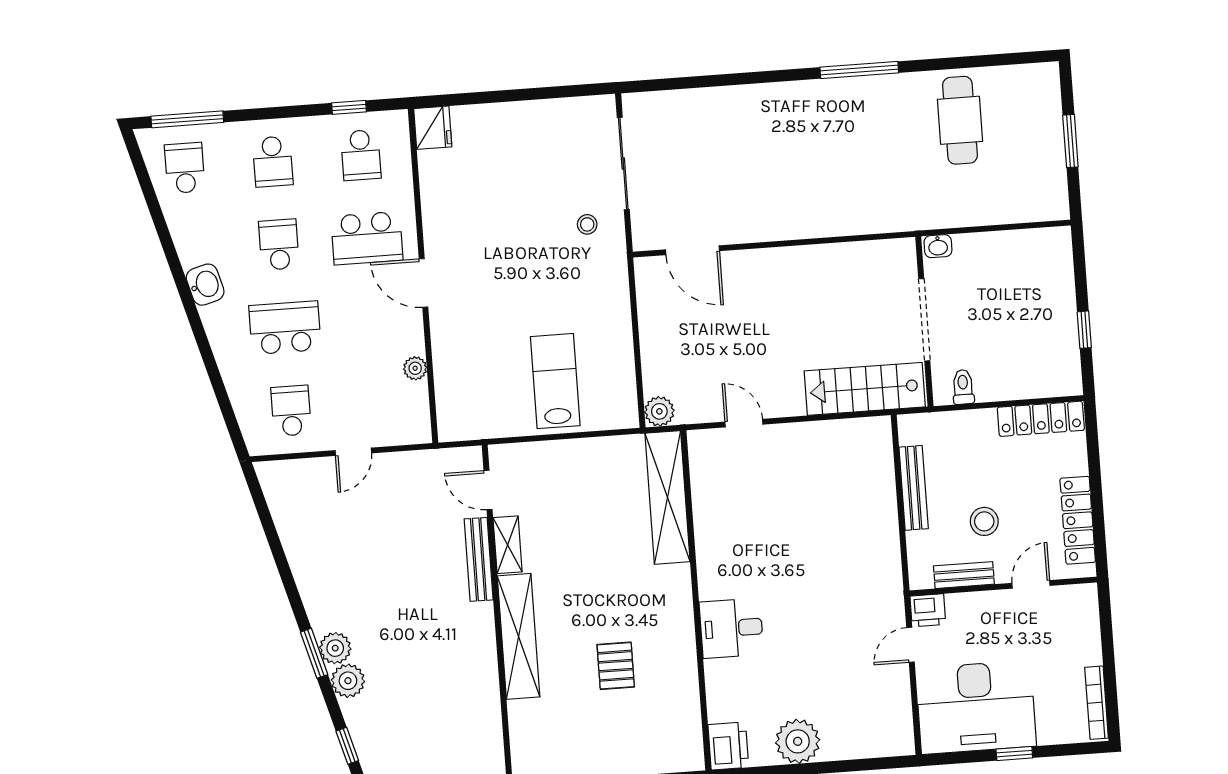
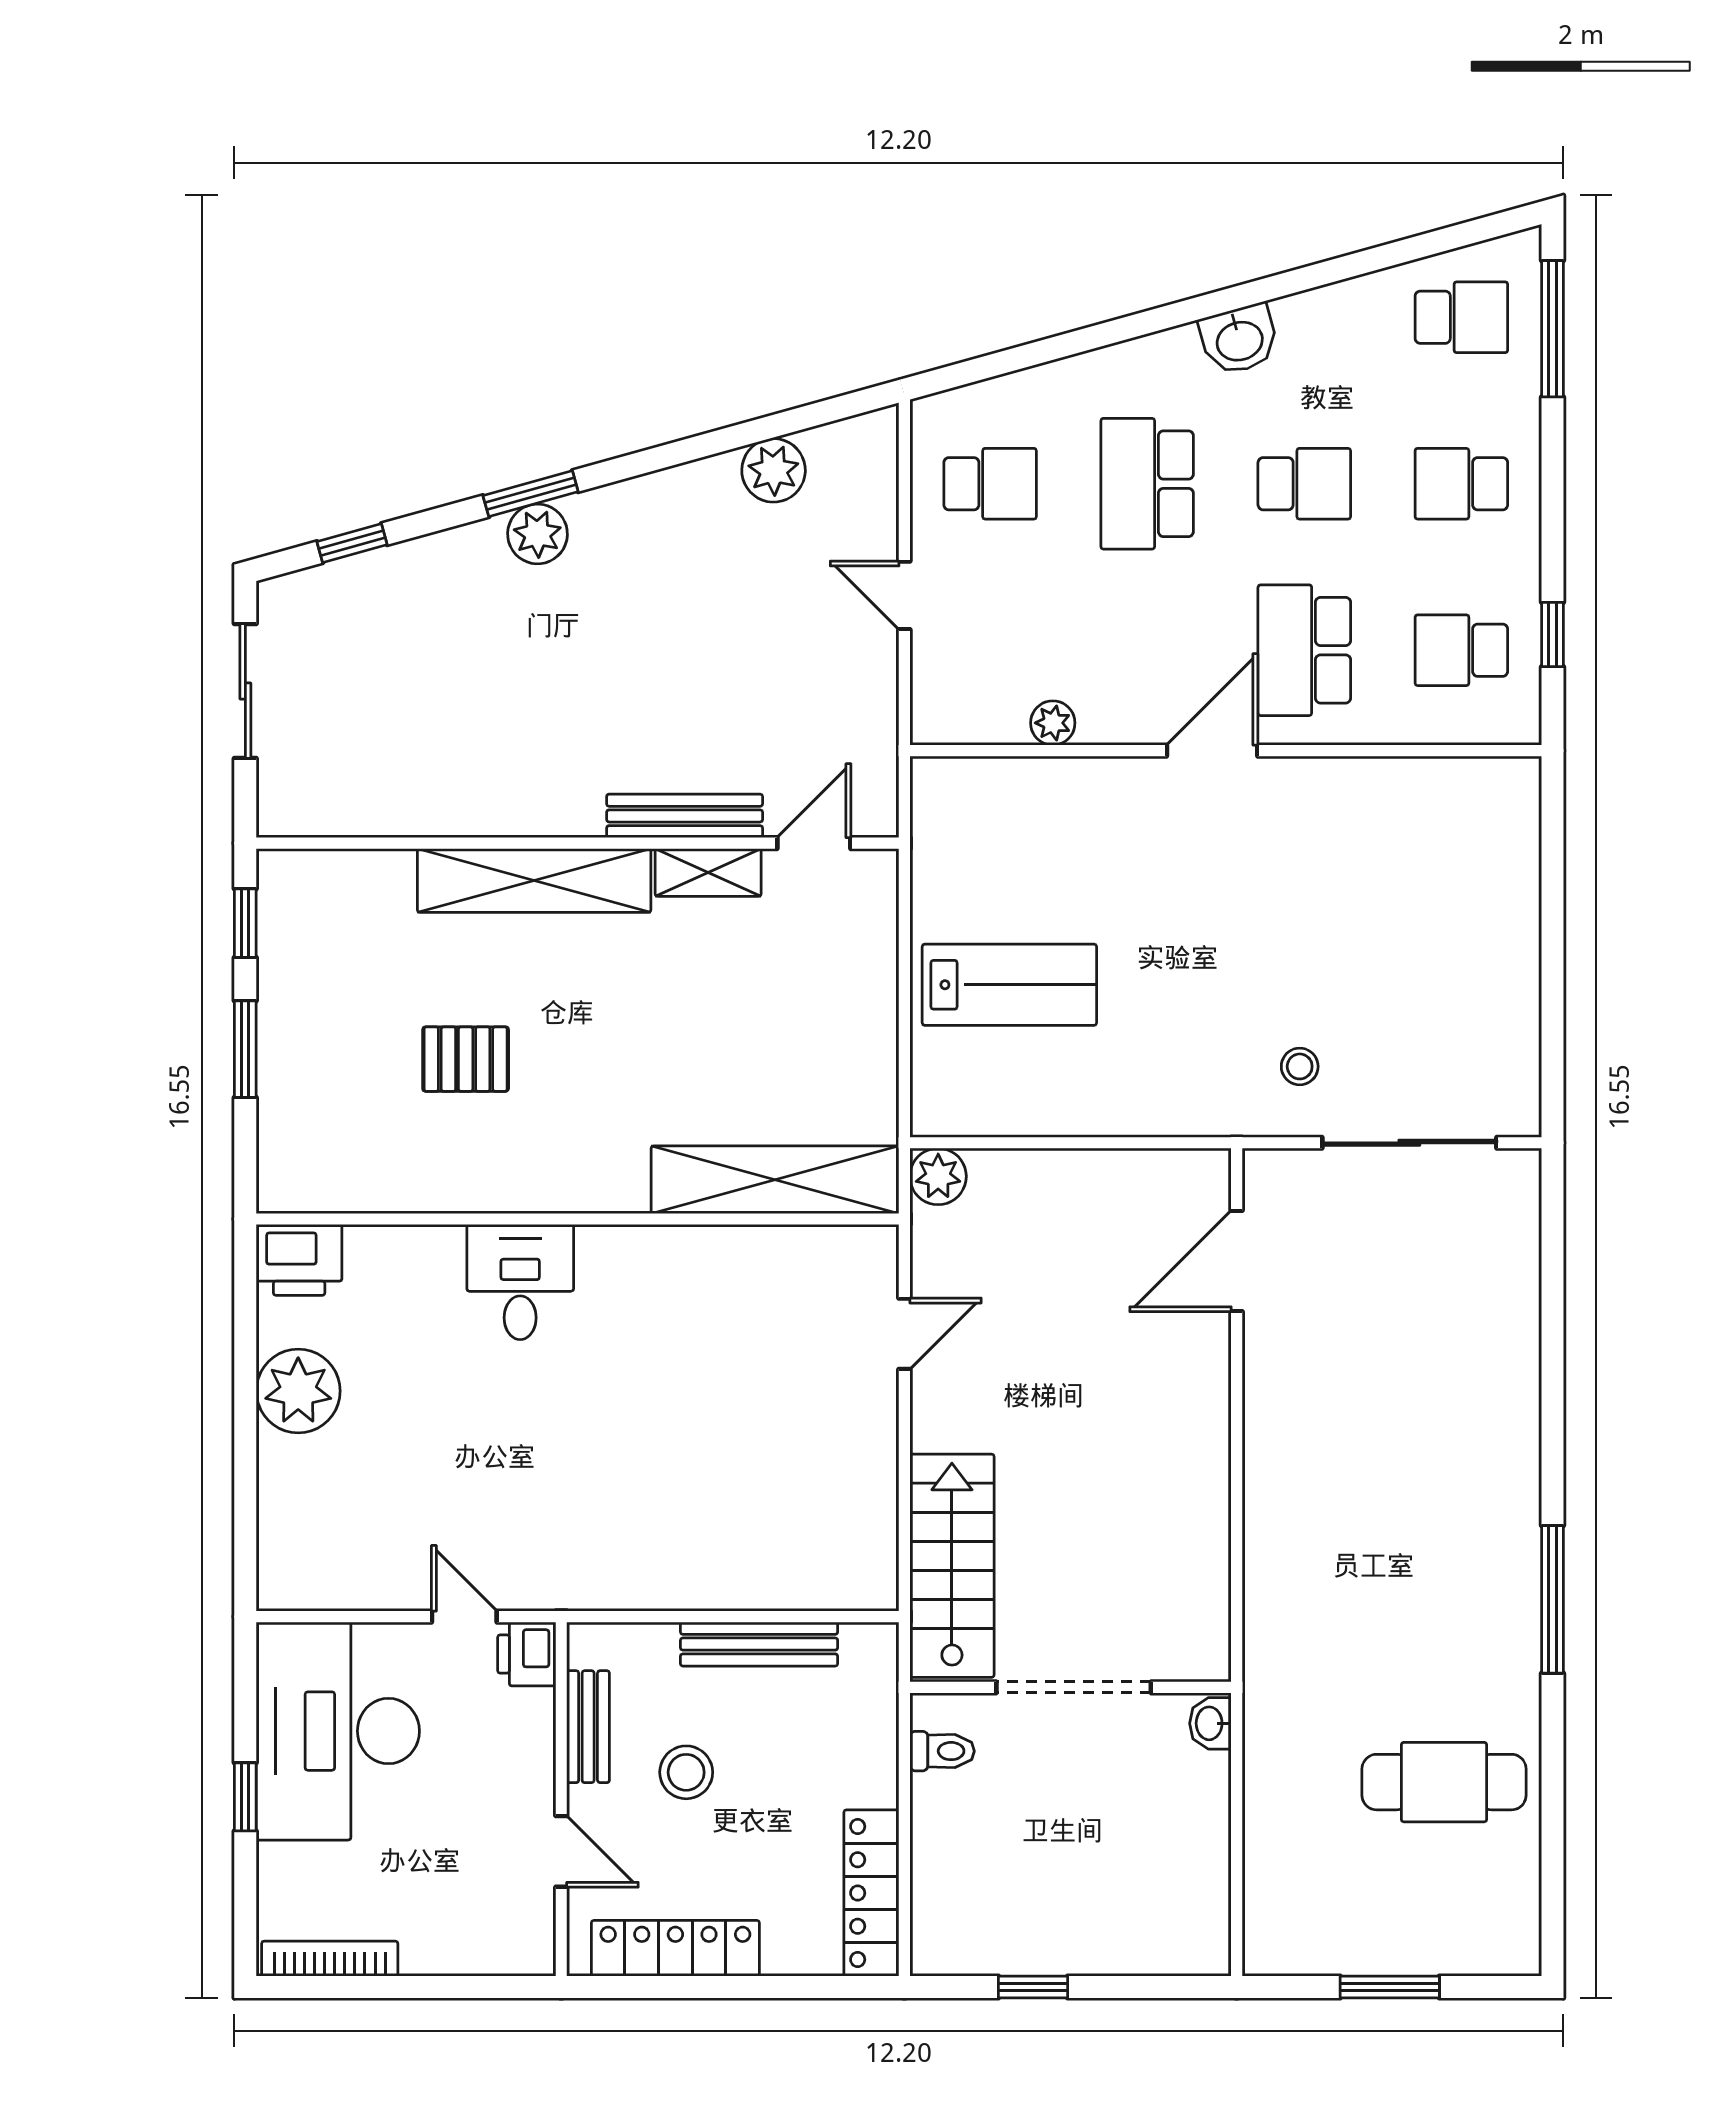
fridge: (433, 128) -> (1503, 789), removed
school desk: (285, 328) -> (1147, 484), turned 180
plant: (348, 681) -> (774, 470), moved

